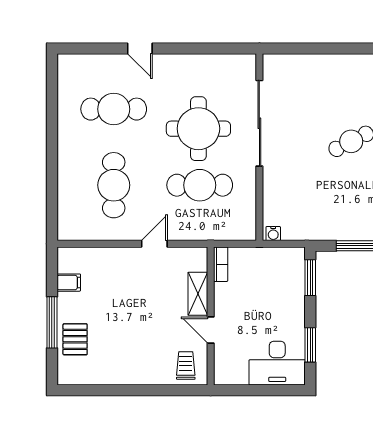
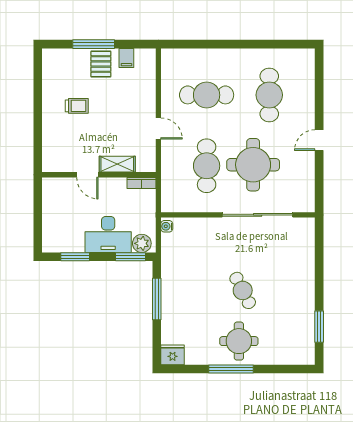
door: (140, 48) -> (319, 140), moved
plant: (294, 264) -> (142, 243), added
door: (211, 330) -> (87, 175), swing flipped
pallet: (75, 339) -> (101, 64), moved, turned 90
desk: (277, 363) -> (108, 234), moved, turned -90
trolley: (186, 366) -> (77, 106), moved

